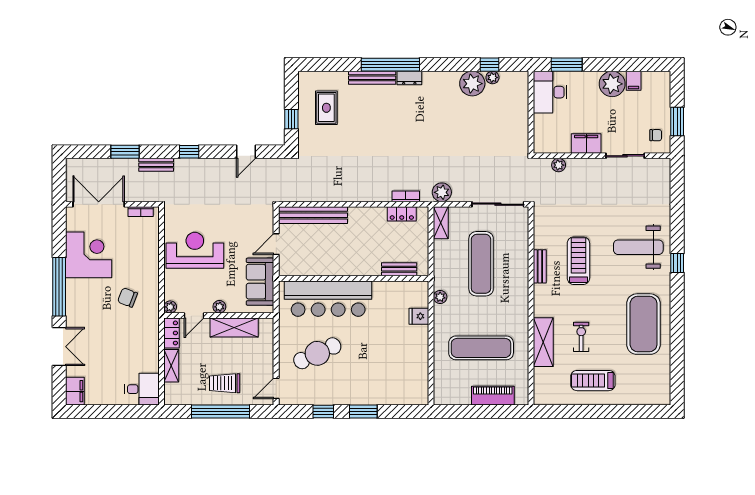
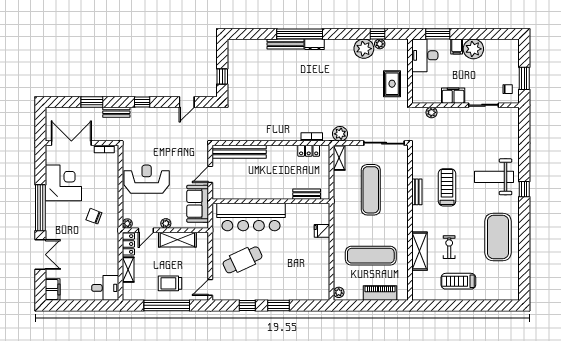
filing cabinet: (634, 81) -> (457, 46), moved
rug: (326, 108) -> (392, 84), moved
plant: (440, 297) -> (339, 292), moved

